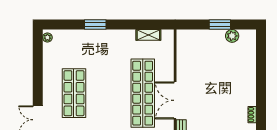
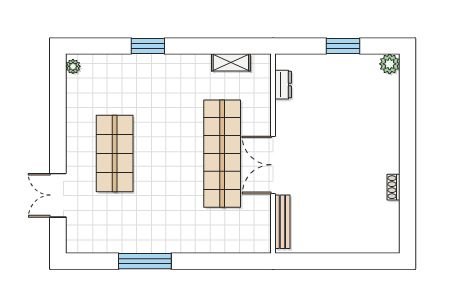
plant: (232, 36) -> (390, 64), moved
dresser: (182, 49) -> (283, 85), added

